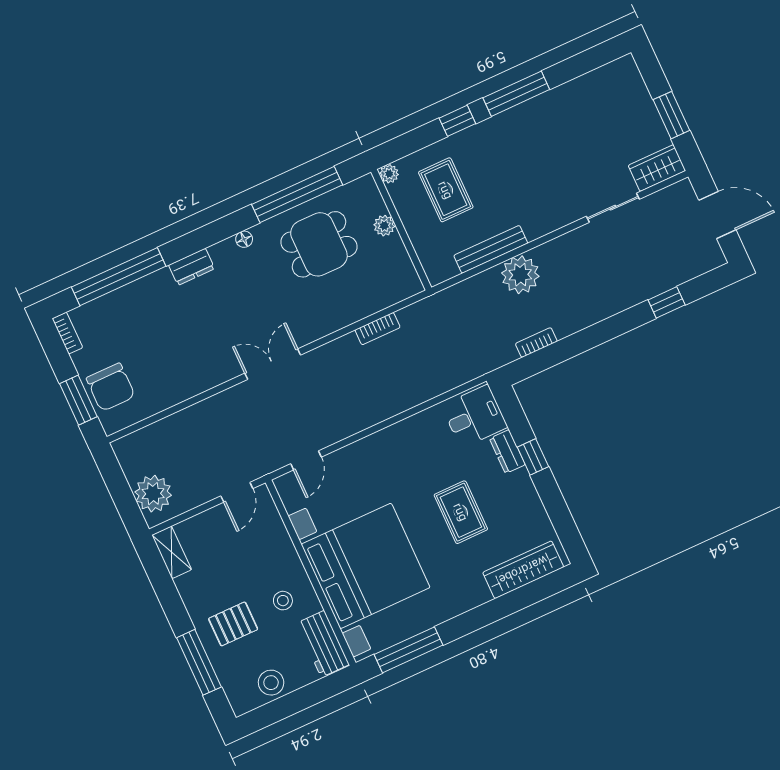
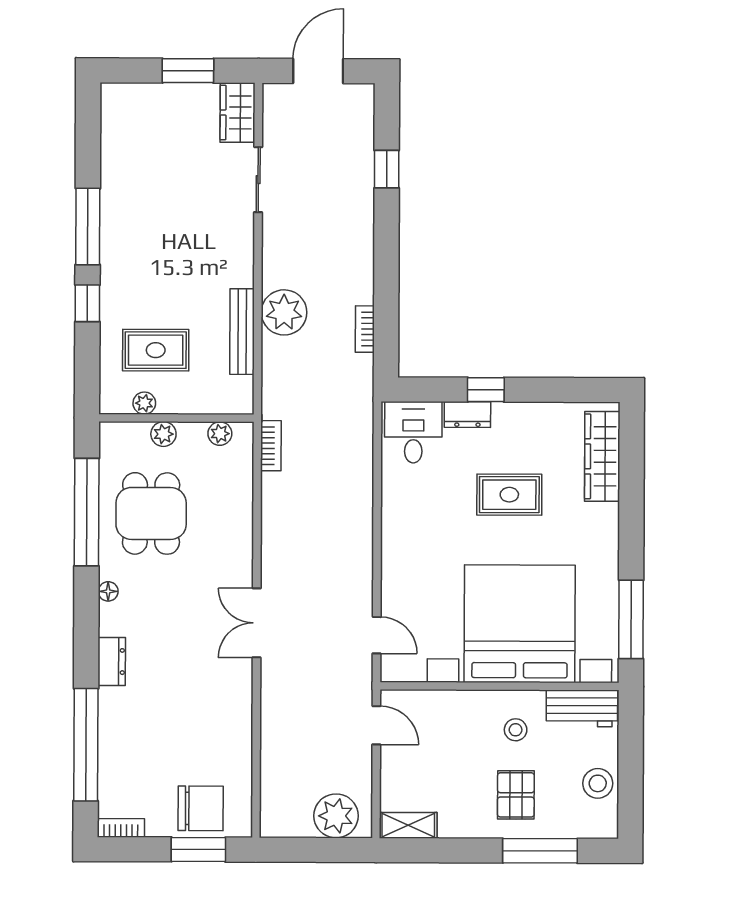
plant: (389, 174) -> (144, 403), moved
plant: (405, 269) -> (220, 434), added
bookcase: (378, 329) -> (271, 446), moved

